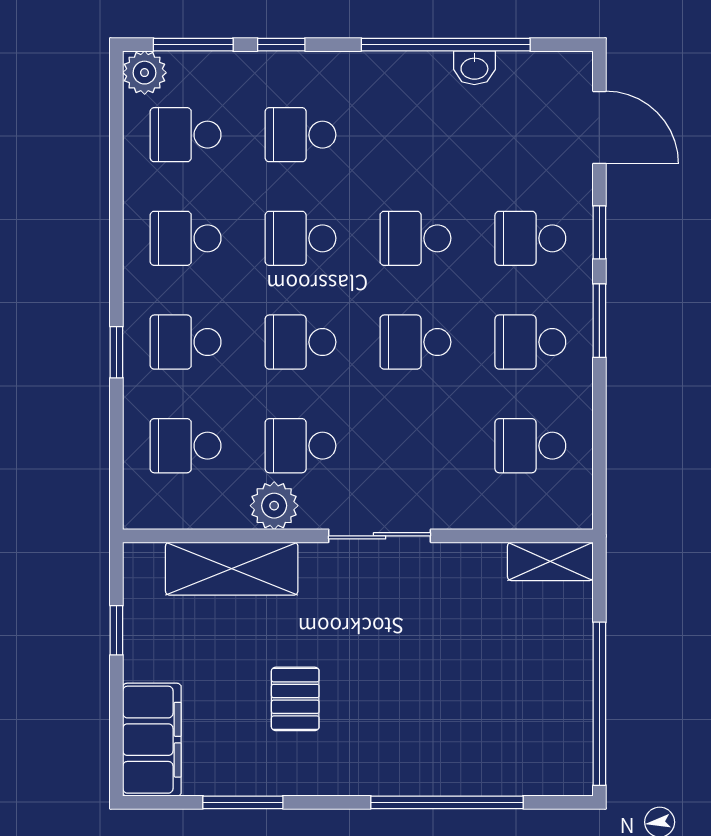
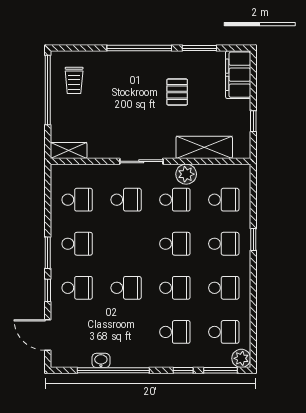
school desk: (415, 342) -> (126, 200), moved
trolley: (538, 726) -> (74, 80), added
window: (447, 802) -> (139, 48), moved

